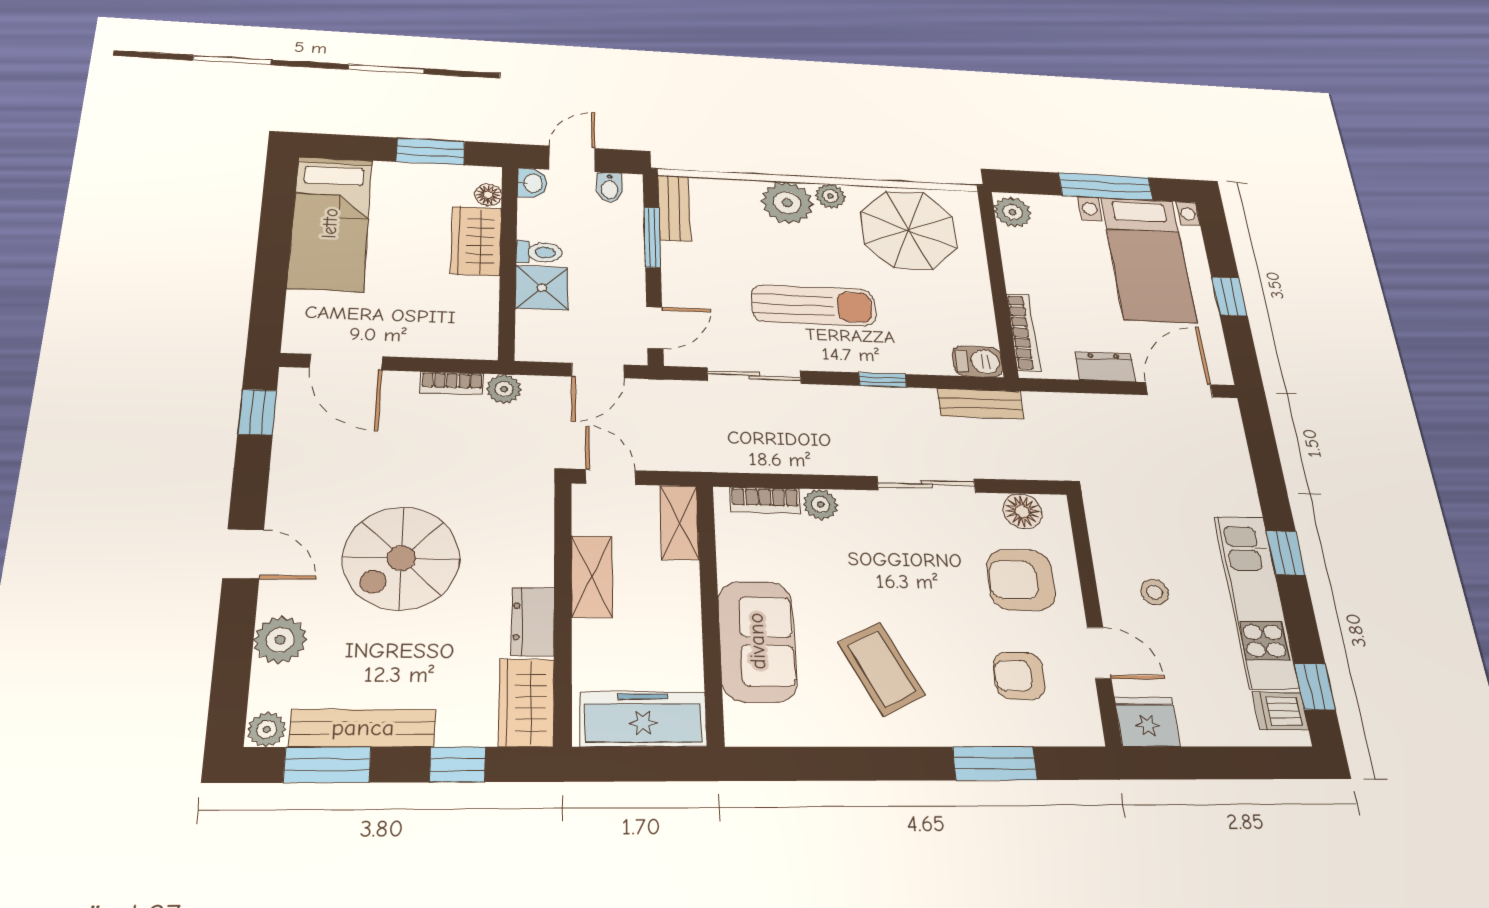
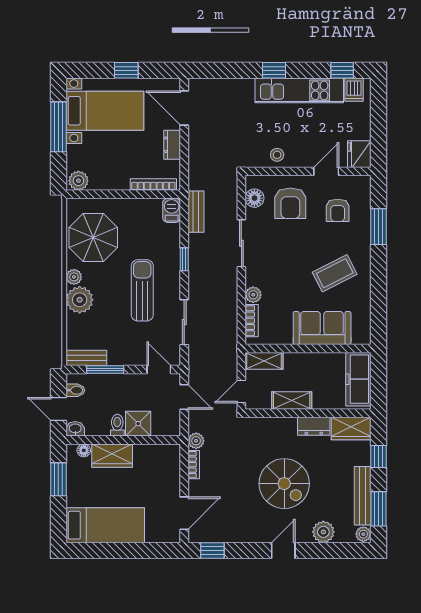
stool: (1154, 592) -> (277, 155), moved

